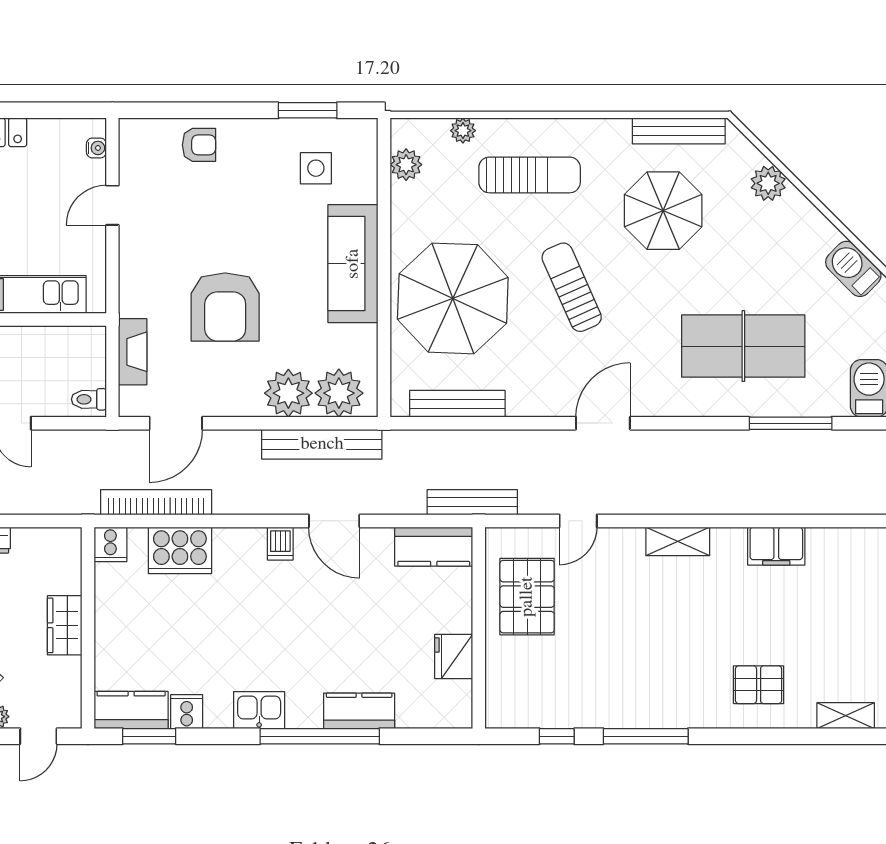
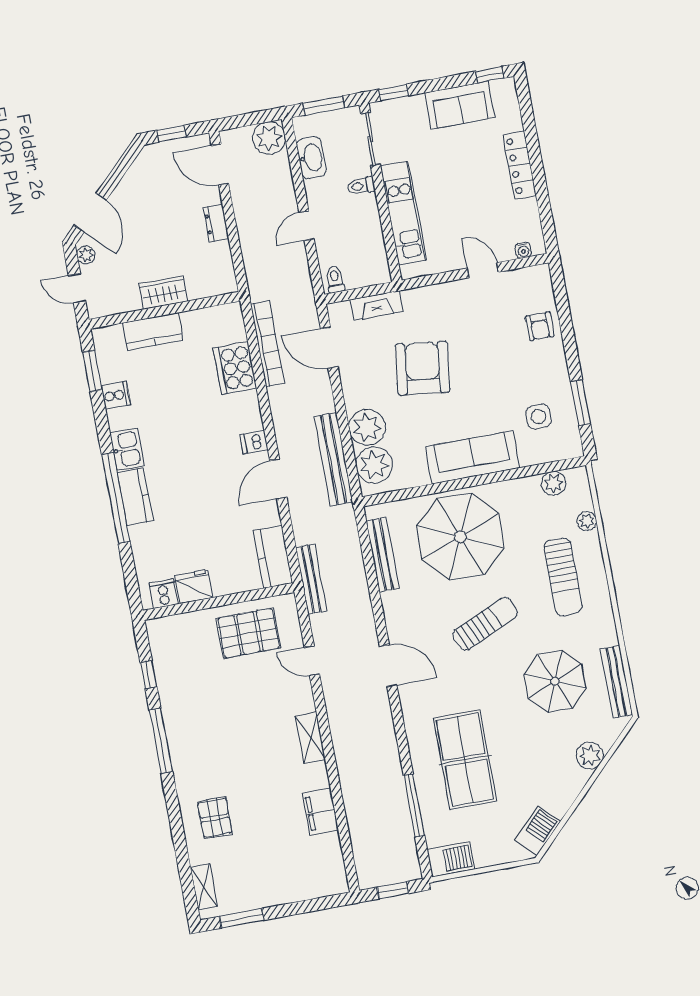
armchair: (225, 307) -> (423, 368), turned 97
cooker: (110, 544) -> (163, 594), moved, turned 90
kitchen counter: (131, 710) -> (153, 331), moved, turned 90
kitchen counter: (359, 711) -> (135, 497), moved

